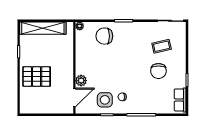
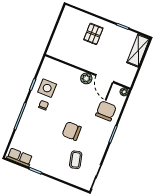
shelving: (43, 28) -> (138, 50), width x0.68
chair: (158, 71) -> (72, 131), moved
pallet: (37, 77) -> (93, 34), width x0.67, depth x0.71
plant: (81, 81) -> (86, 78), moved
door: (74, 97) -> (105, 79), moved

